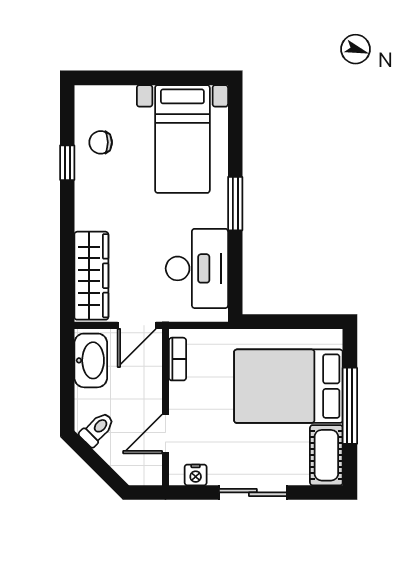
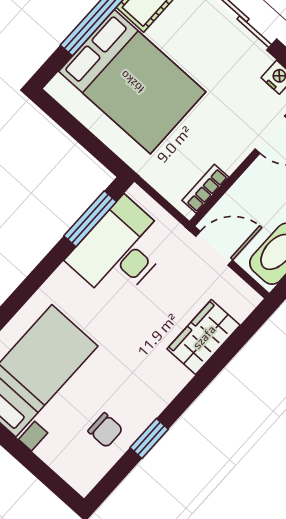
window: (235, 204) -> (90, 219), moved
wardrobe: (91, 276) -> (204, 337), width x0.67

